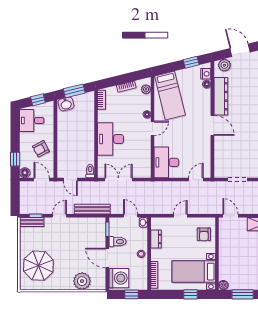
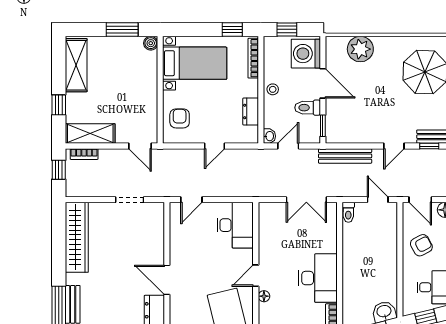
desk: (111, 139) -> (318, 278), moved
door: (131, 216) -> (288, 146), swing flipped
window: (191, 294) -> (232, 29), moved

